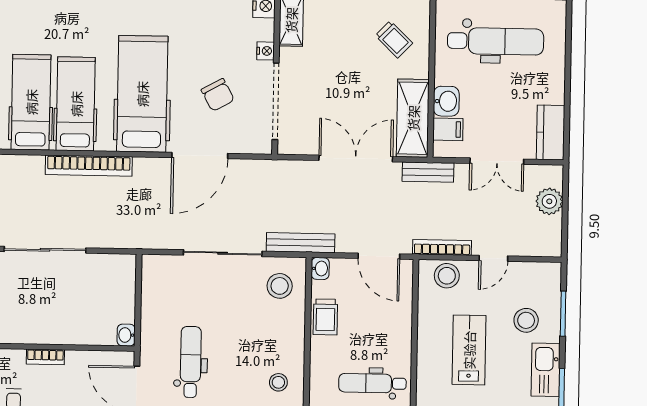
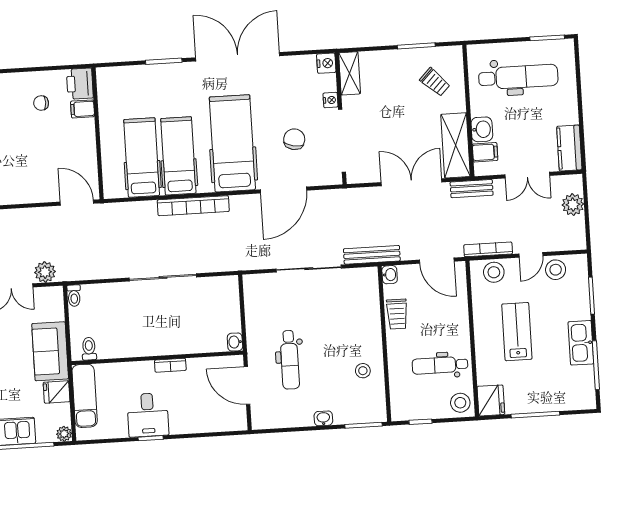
chair: (218, 95) -> (294, 139), turned -140
stool: (280, 286) -> (358, 292), removed
stool: (526, 320) -> (556, 270), moved
dental chair: (191, 362) -> (290, 360), turned 180

